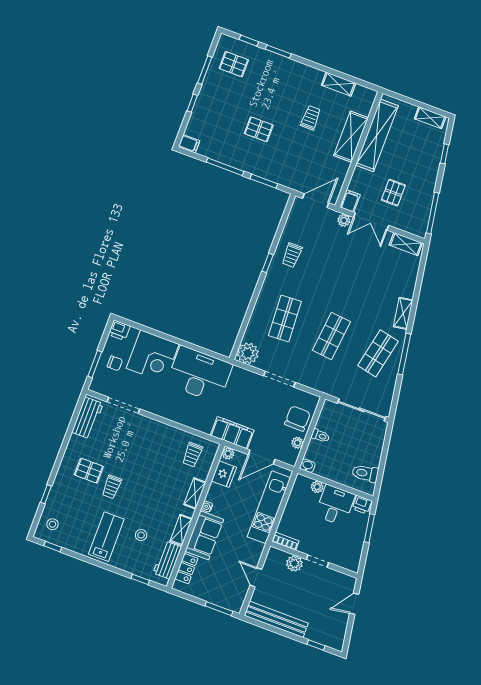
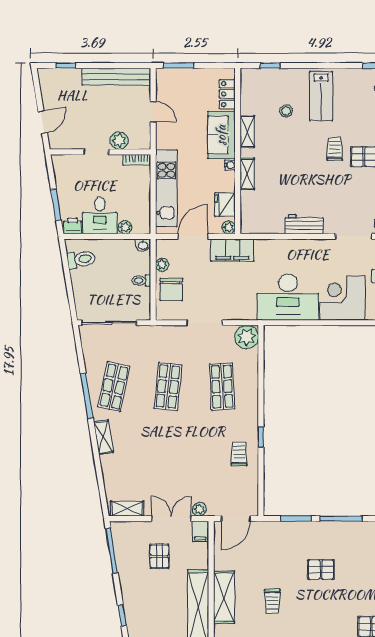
trolley: (192, 455) -> (265, 213), removed
workbench: (167, 560) -> (304, 224), moved, turned -90

